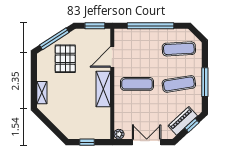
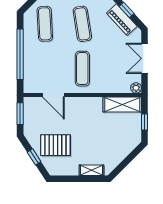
window: (54, 39) -> (34, 157), width x0.46
shelving: (103, 89) -> (122, 105), moved

